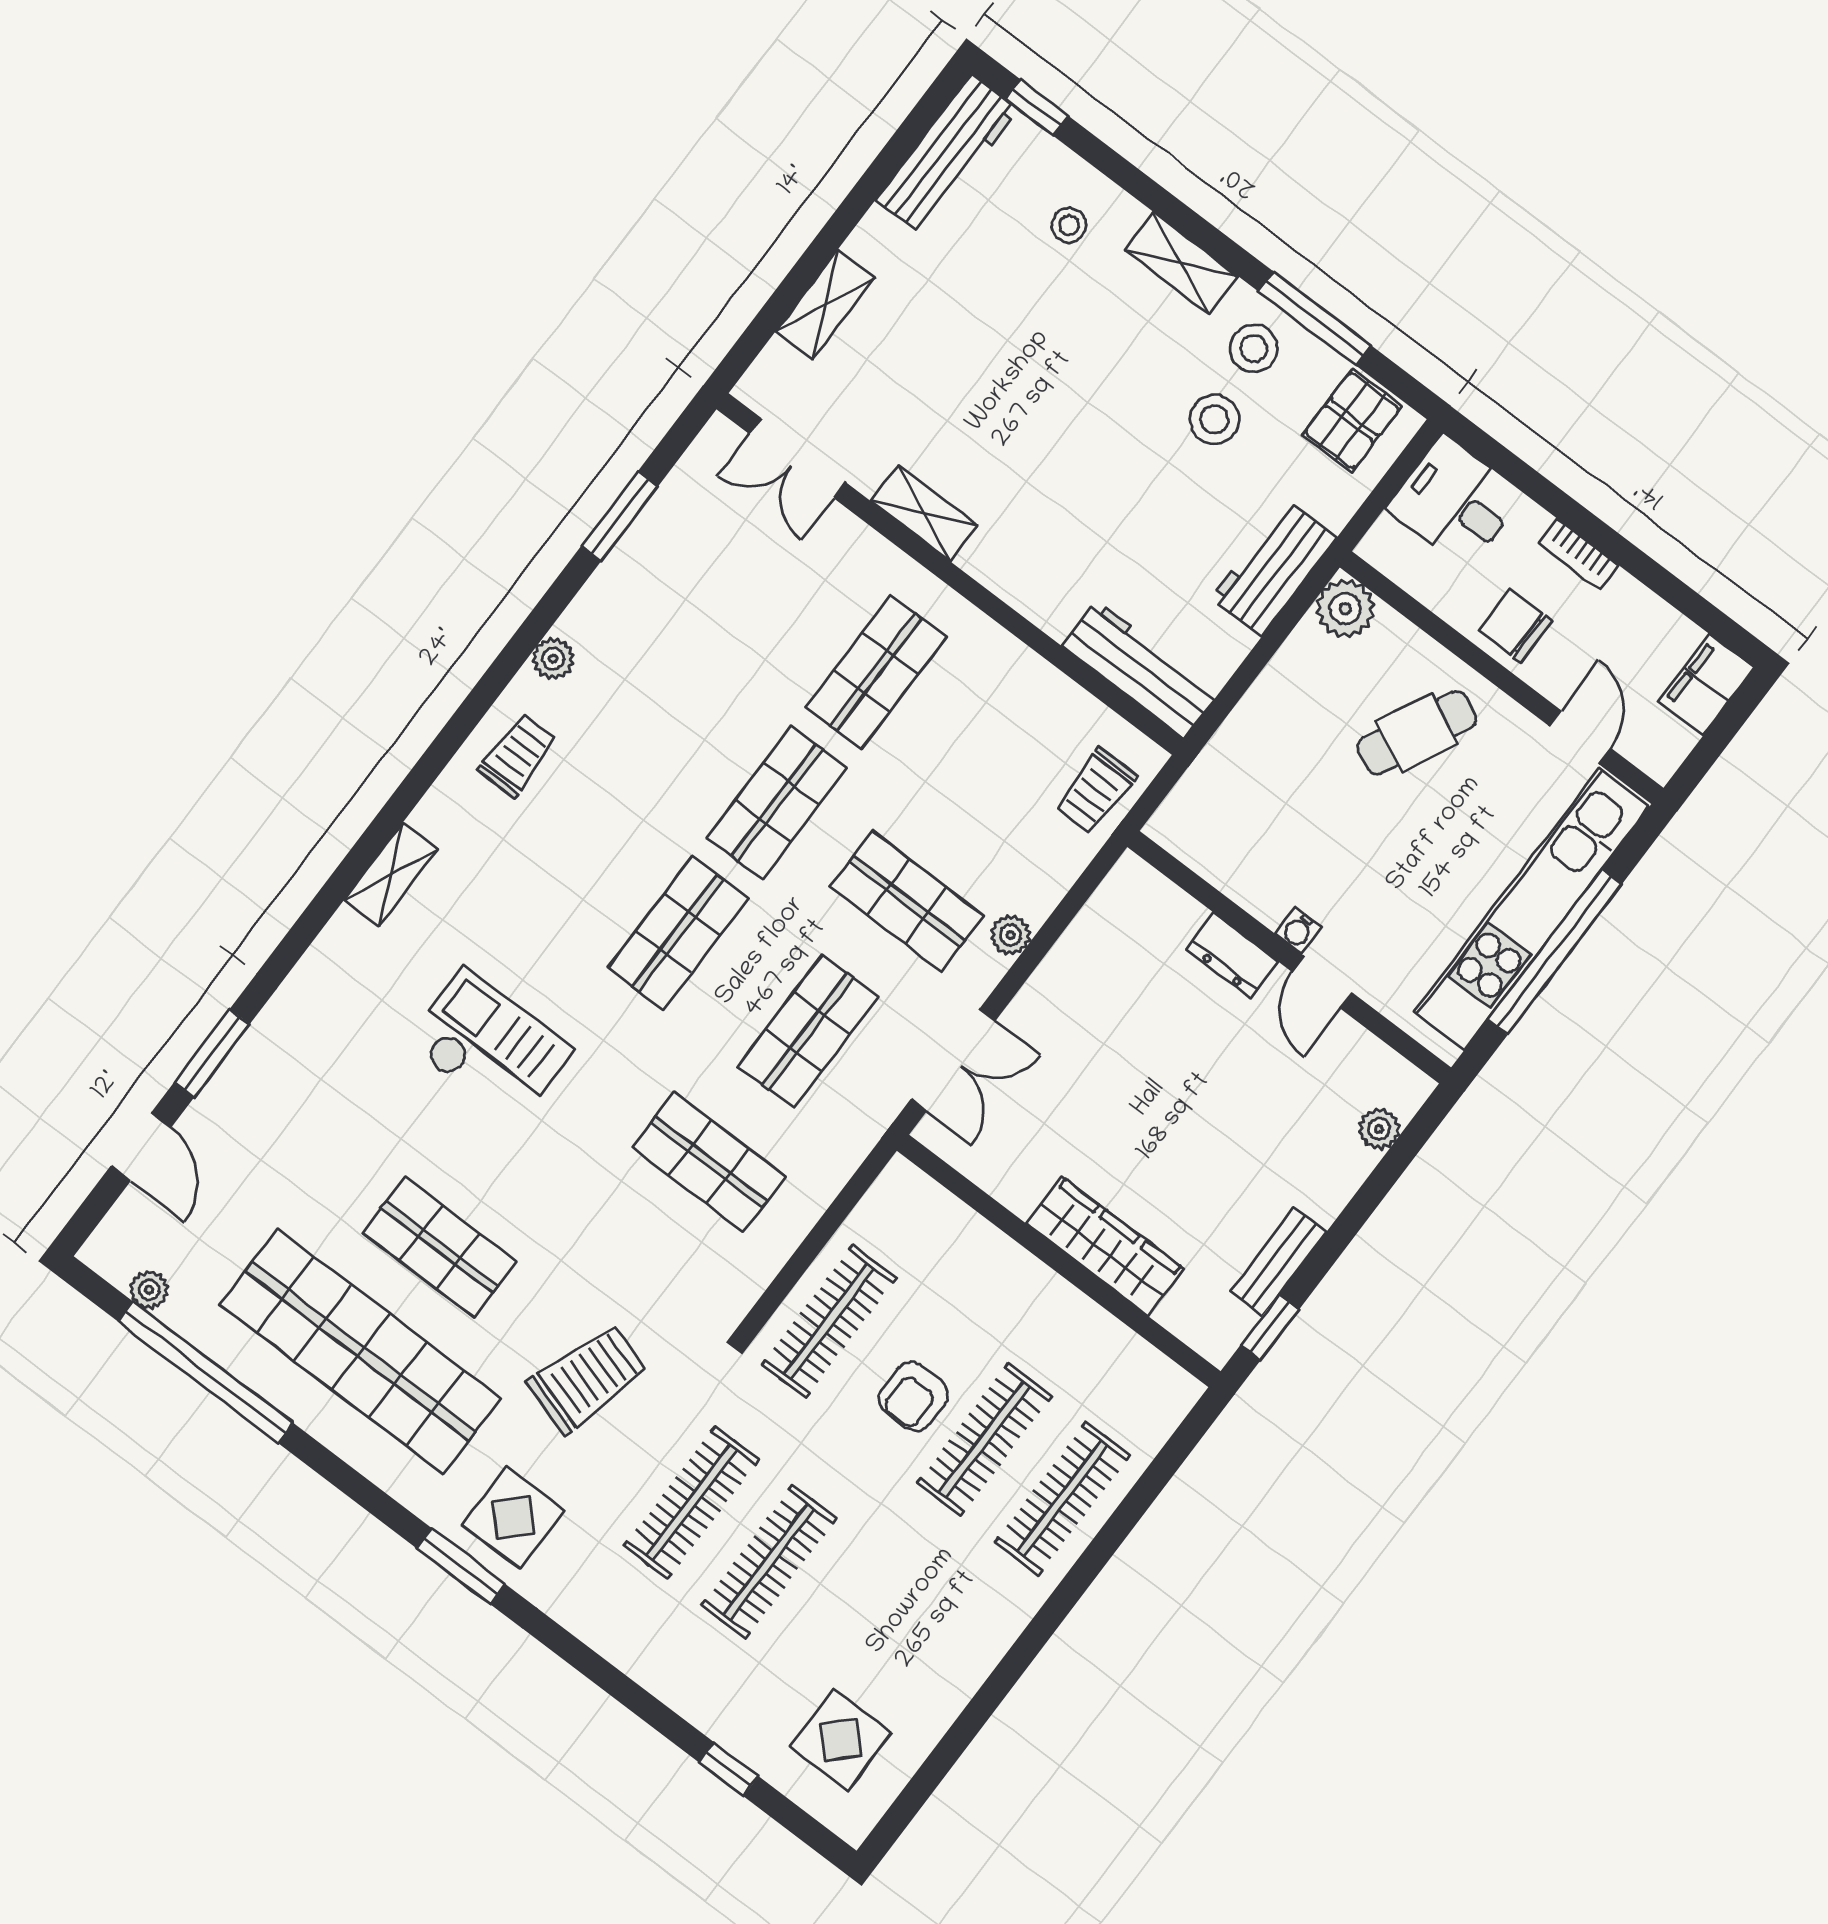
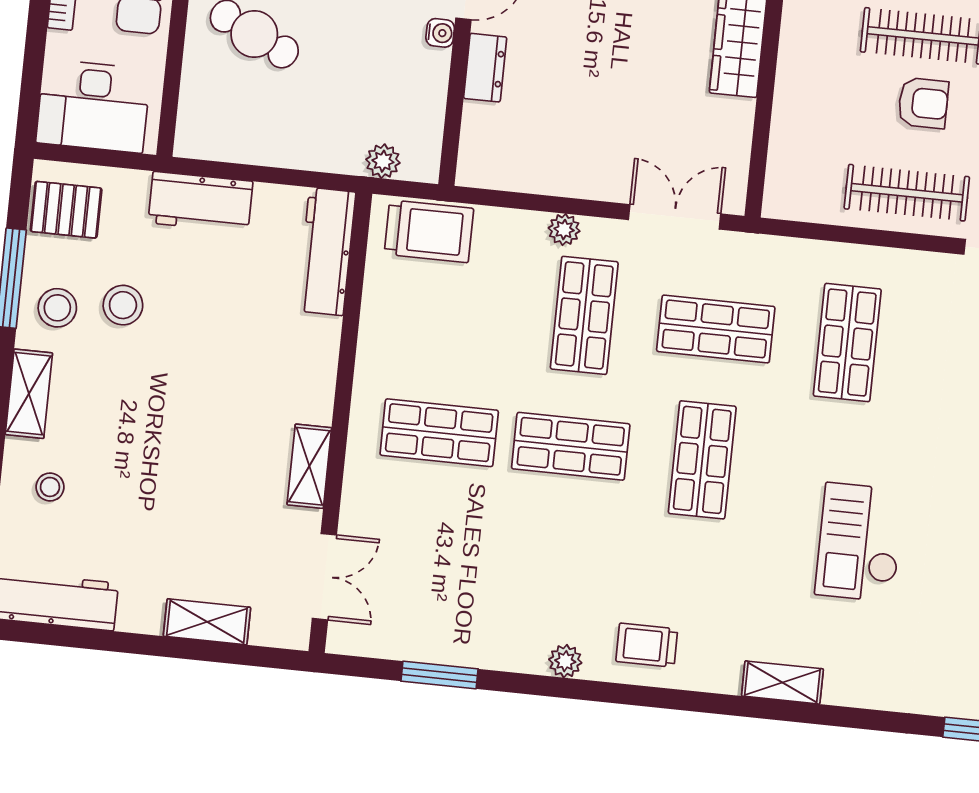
desk: (1455, 502) -> (93, 106), width x1.37
plant: (1345, 608) -> (383, 161), moved, width x0.73, depth x0.73
trolley: (1096, 791) -> (429, 231), width x1.36, depth x1.39
shop shelf: (678, 933) -> (702, 460), turned 90

